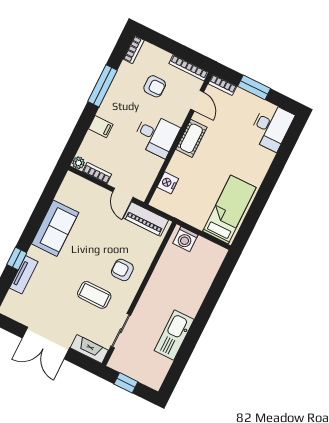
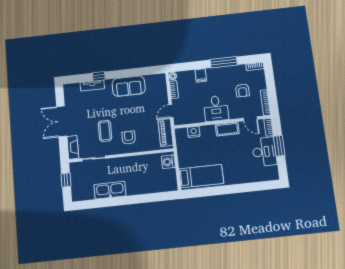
door: (197, 101) -> (250, 119), hinge flipped
desk: (271, 127) -> (264, 152), moved, turned -90

